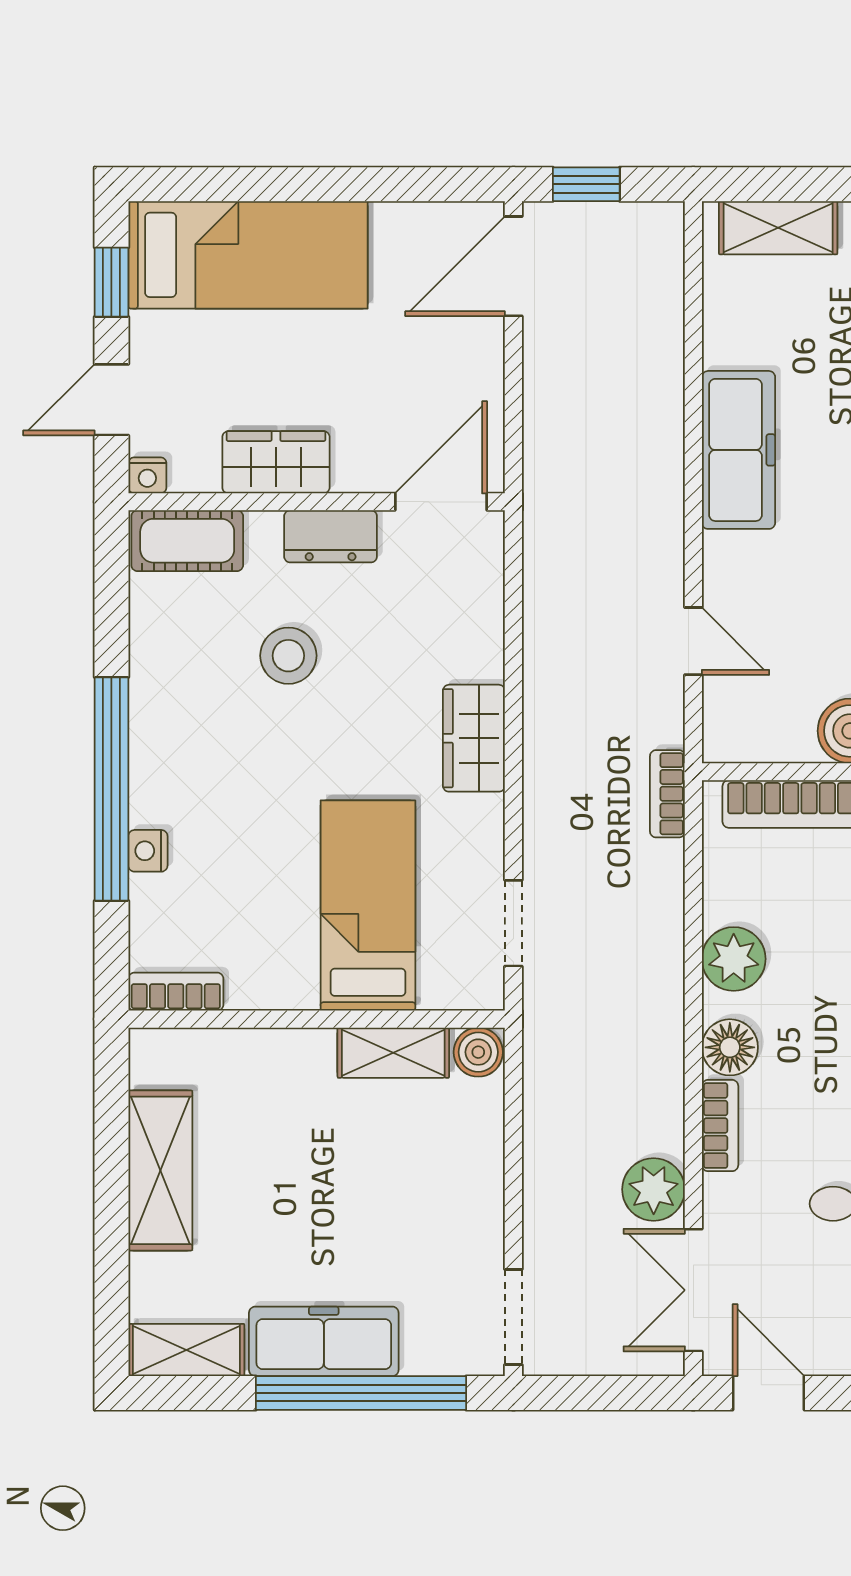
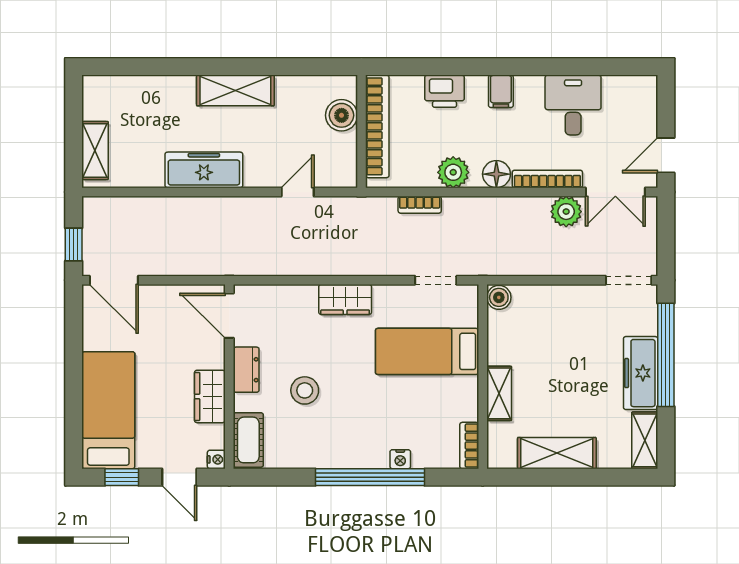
bookcase: (667, 794) -> (420, 205), moved
shelving: (393, 1053) -> (499, 393), moved
bookcase: (720, 1126) -> (547, 179), width x1.56

